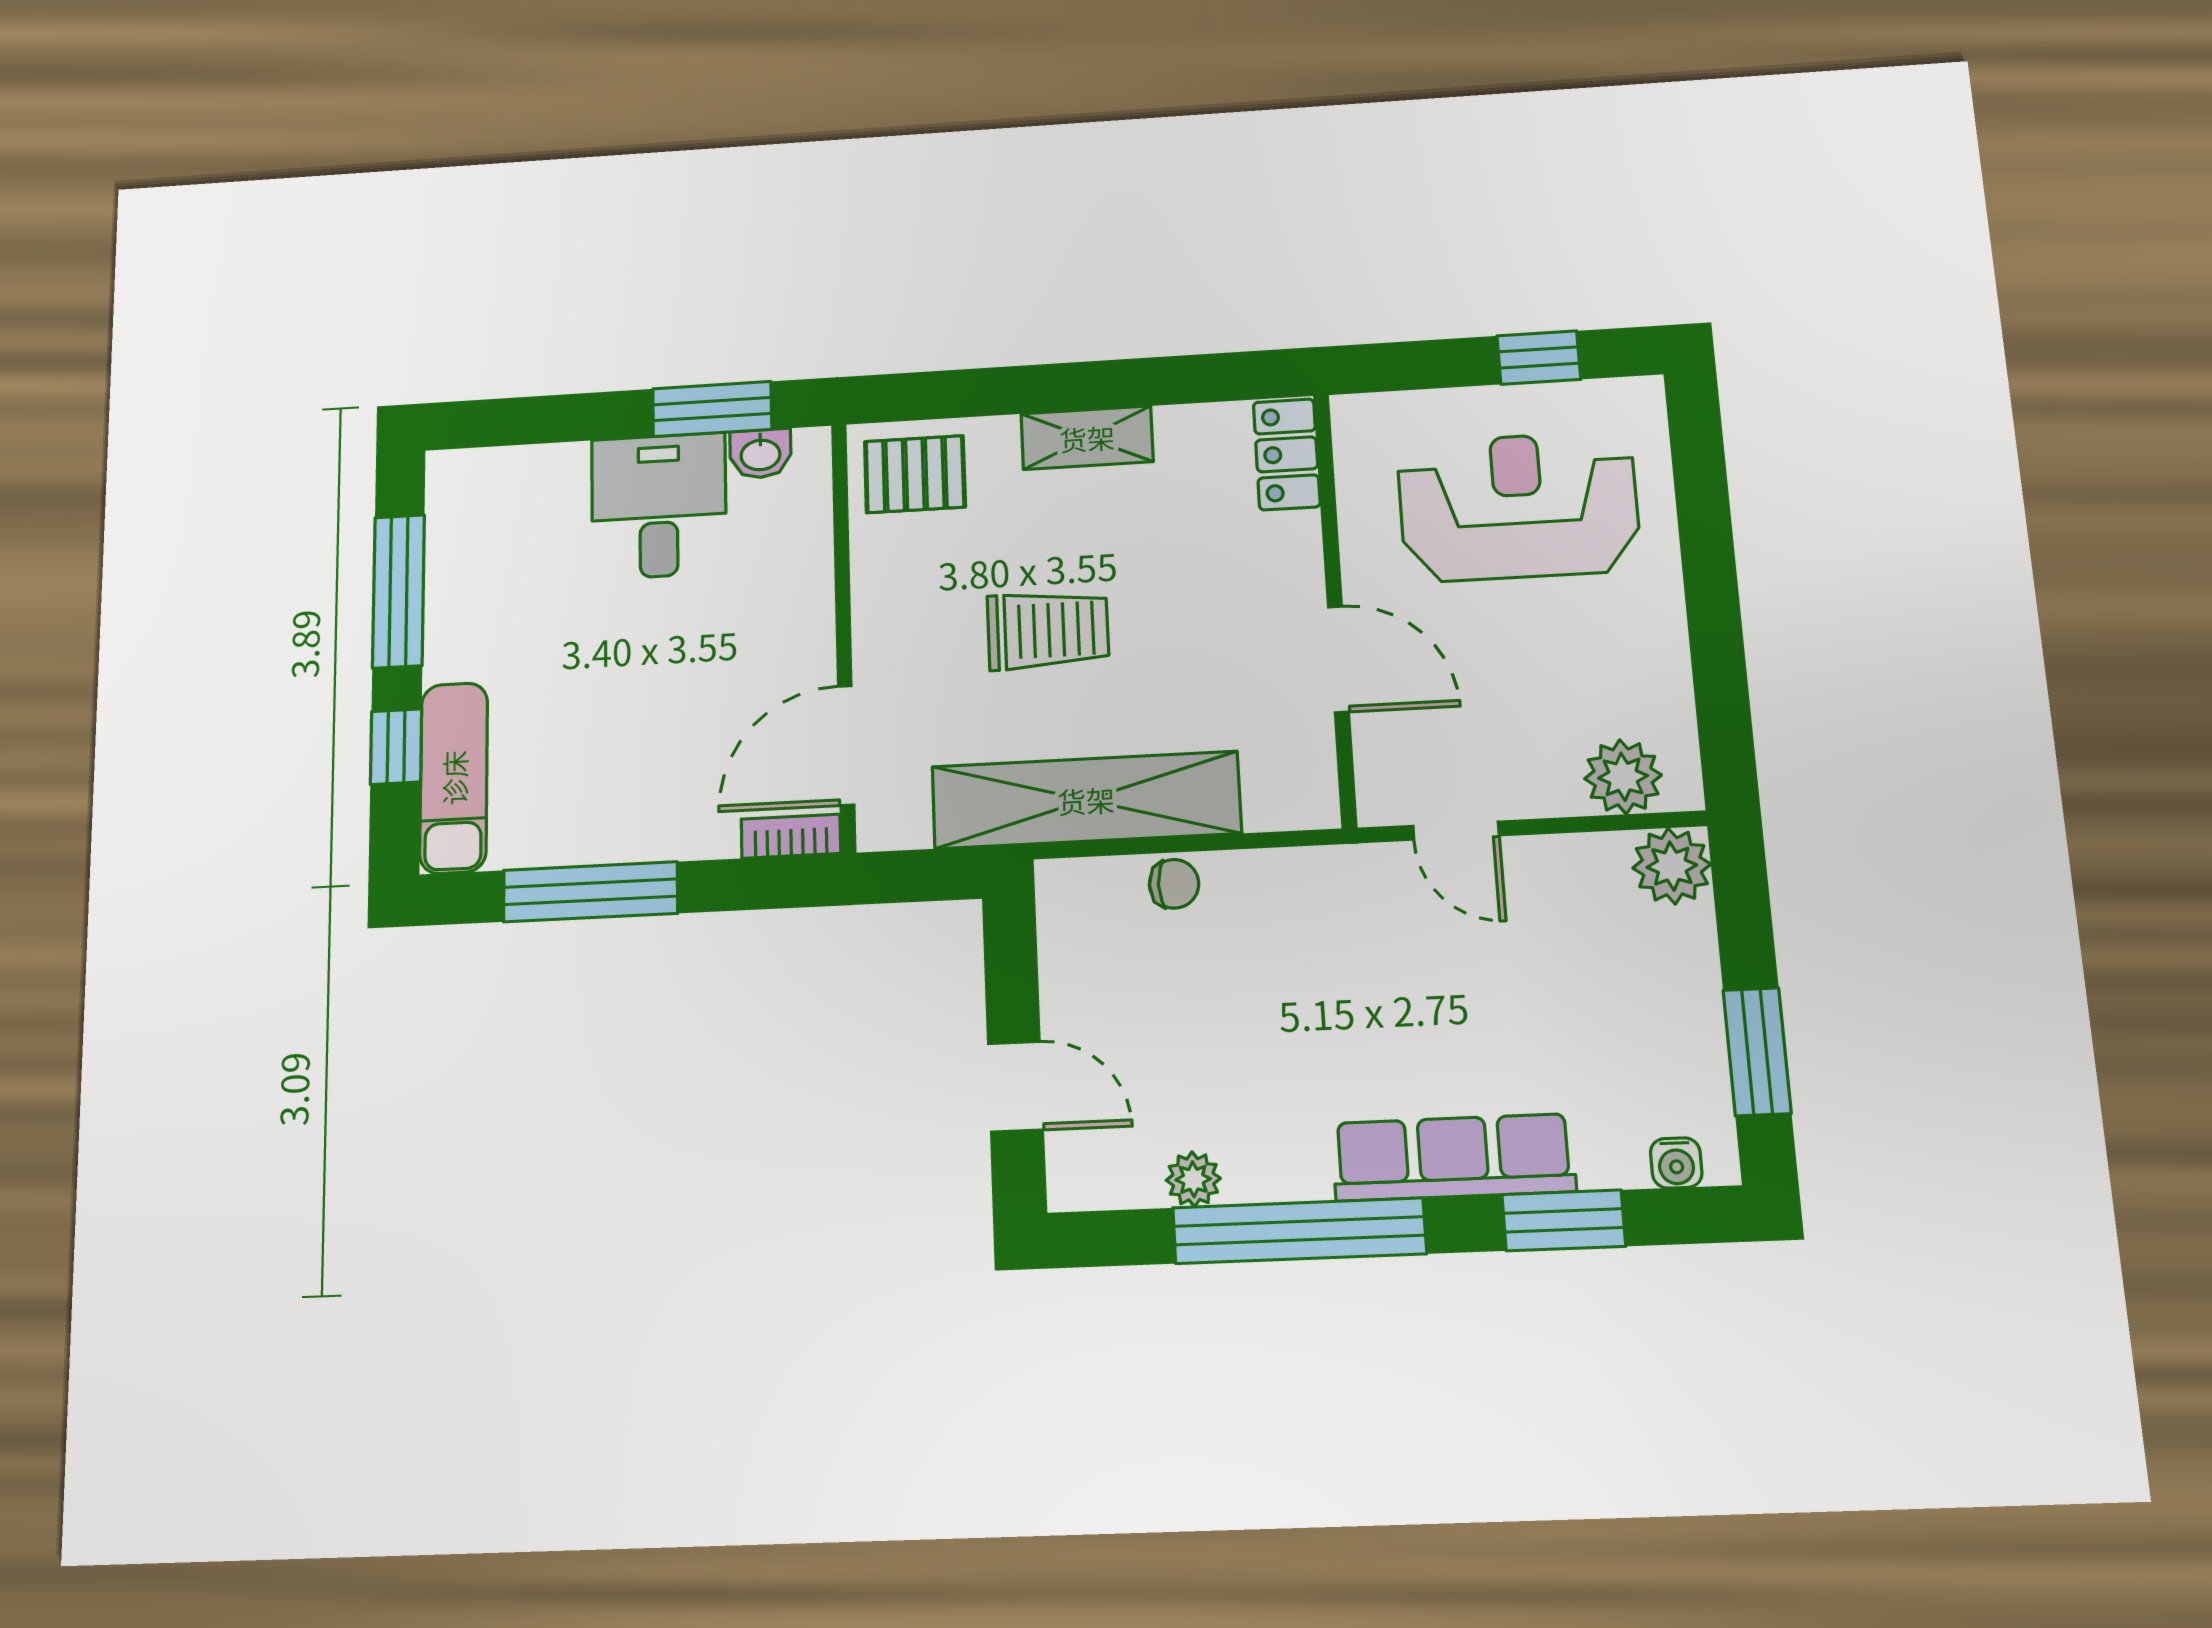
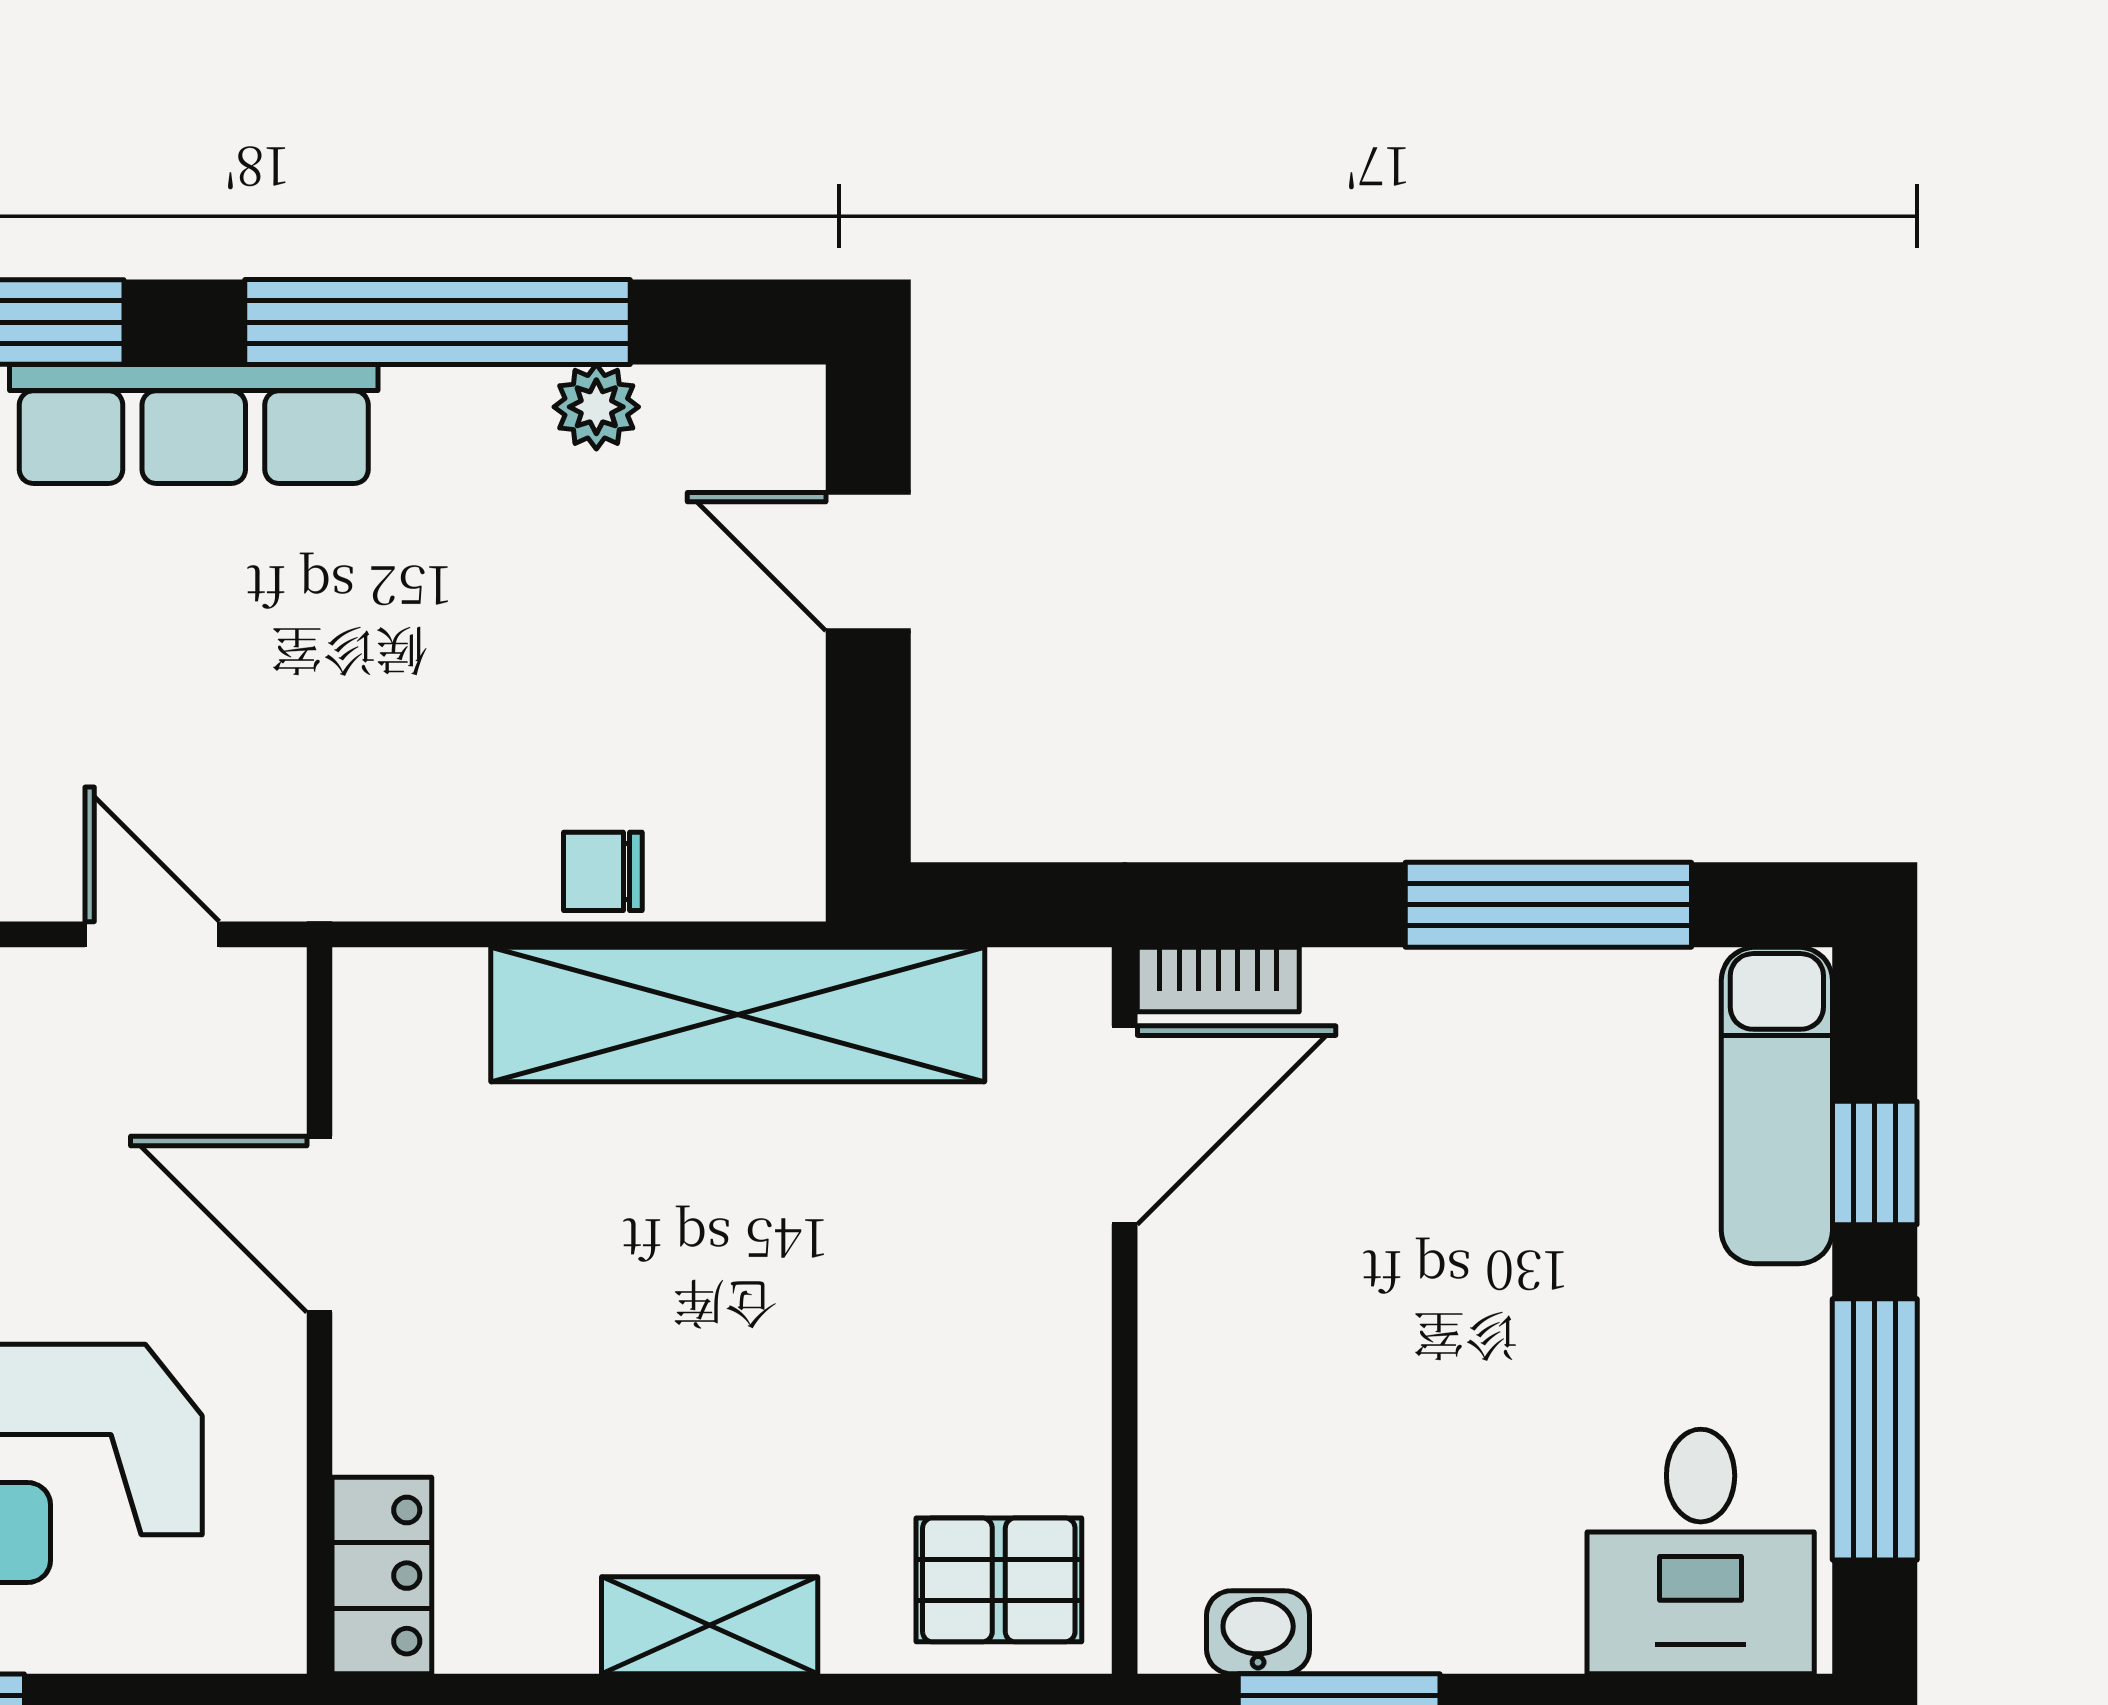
desk: (659, 506) -> (1701, 1551), moved
trolley: (1048, 630) -> (788, 1300), removed

